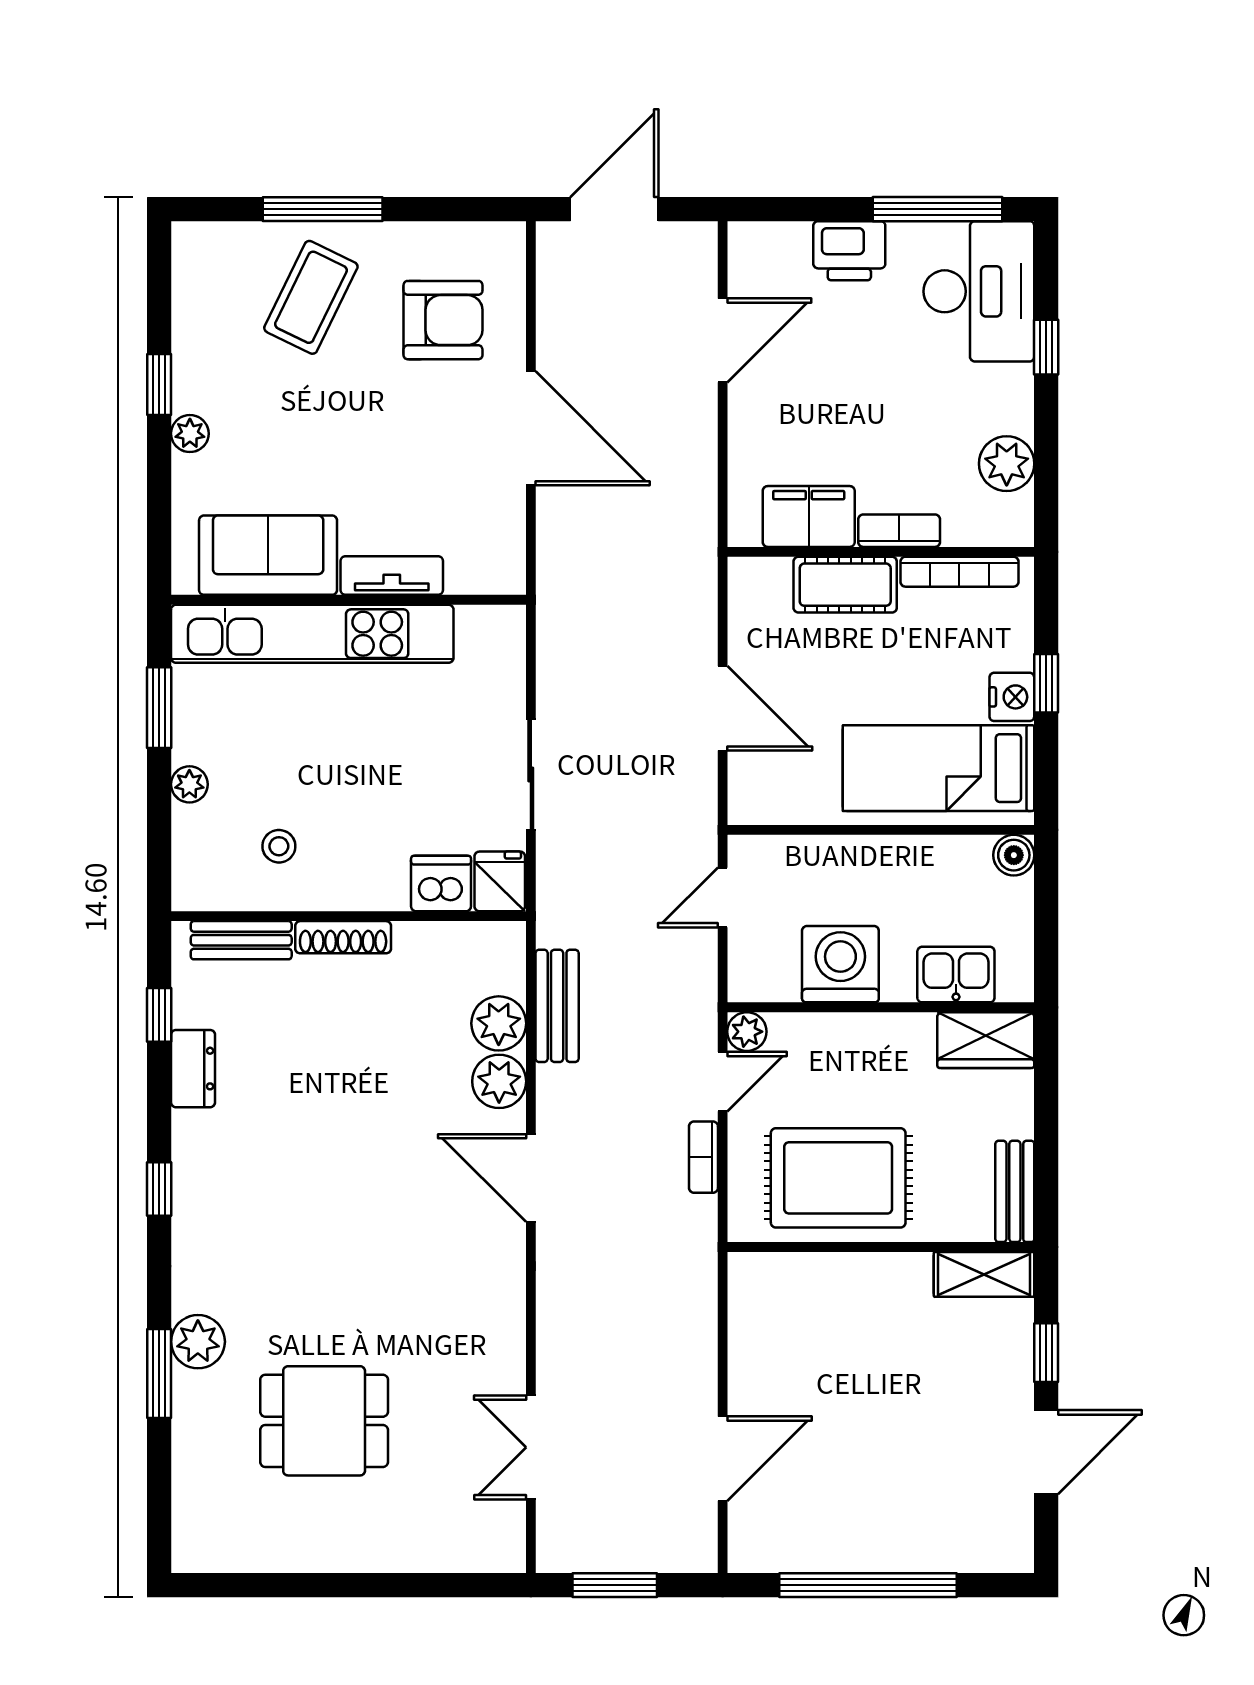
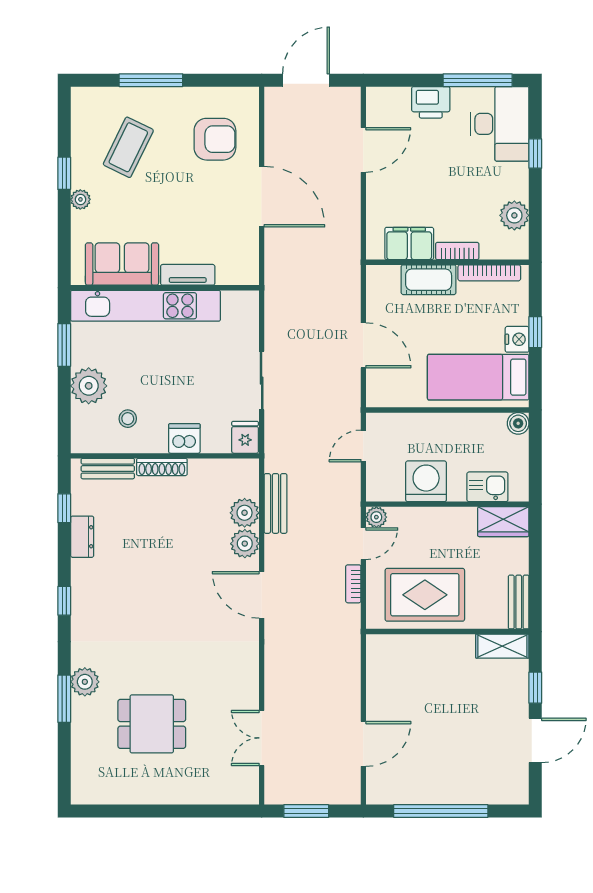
coffee table: (311, 297) -> (128, 147), moved
plant: (189, 784) -> (89, 386), width x1.88, depth x1.88
dishwasher: (441, 884) -> (184, 438), moved

